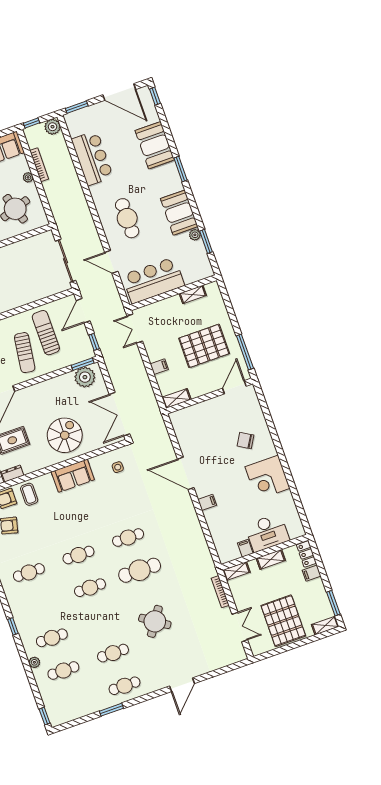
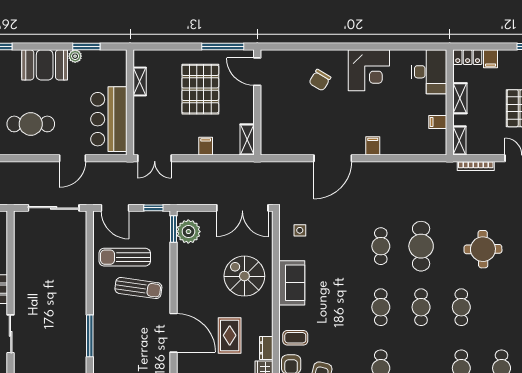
desk: (267, 533) -> (429, 72), moved
round table: (155, 621) -> (483, 249), turned -35
cafe table: (113, 653) -> (461, 307), moved

